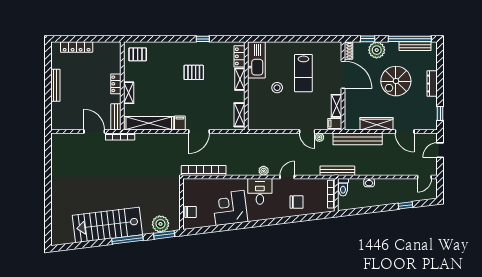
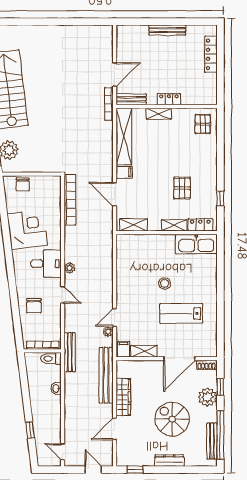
locker: (239, 56) -> (200, 225), moved
kitchen sink: (256, 60) -> (196, 244), moved
shelving: (240, 79) -> (174, 225), moved
wall: (246, 86) -> (167, 233), moved
shelving: (240, 115) -> (134, 225), moved

